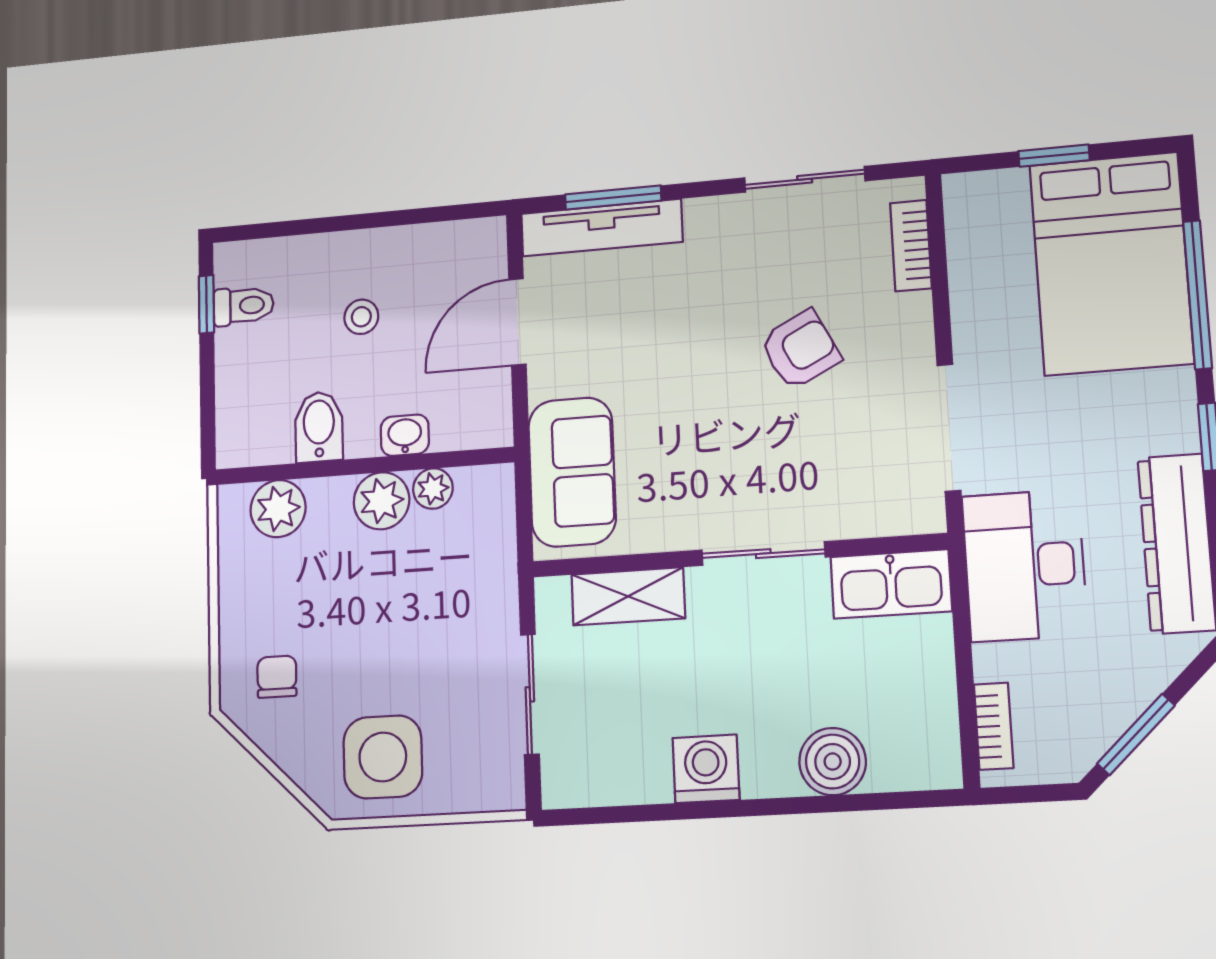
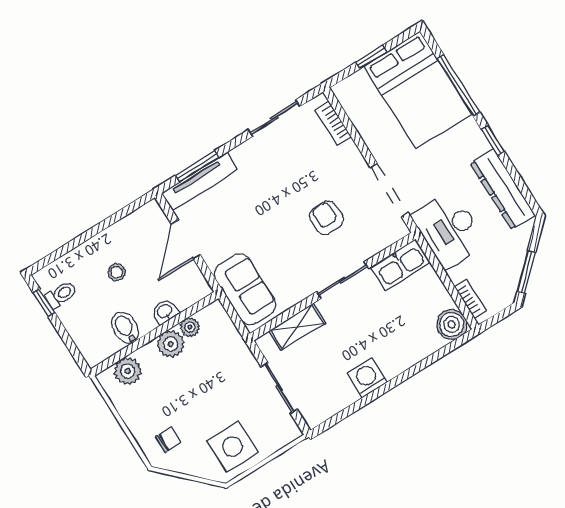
armchair: (800, 350) -> (326, 218), moved, turned -66
chair: (277, 677) -> (168, 440), turned 90
boiler: (833, 762) -> (452, 324), moved

